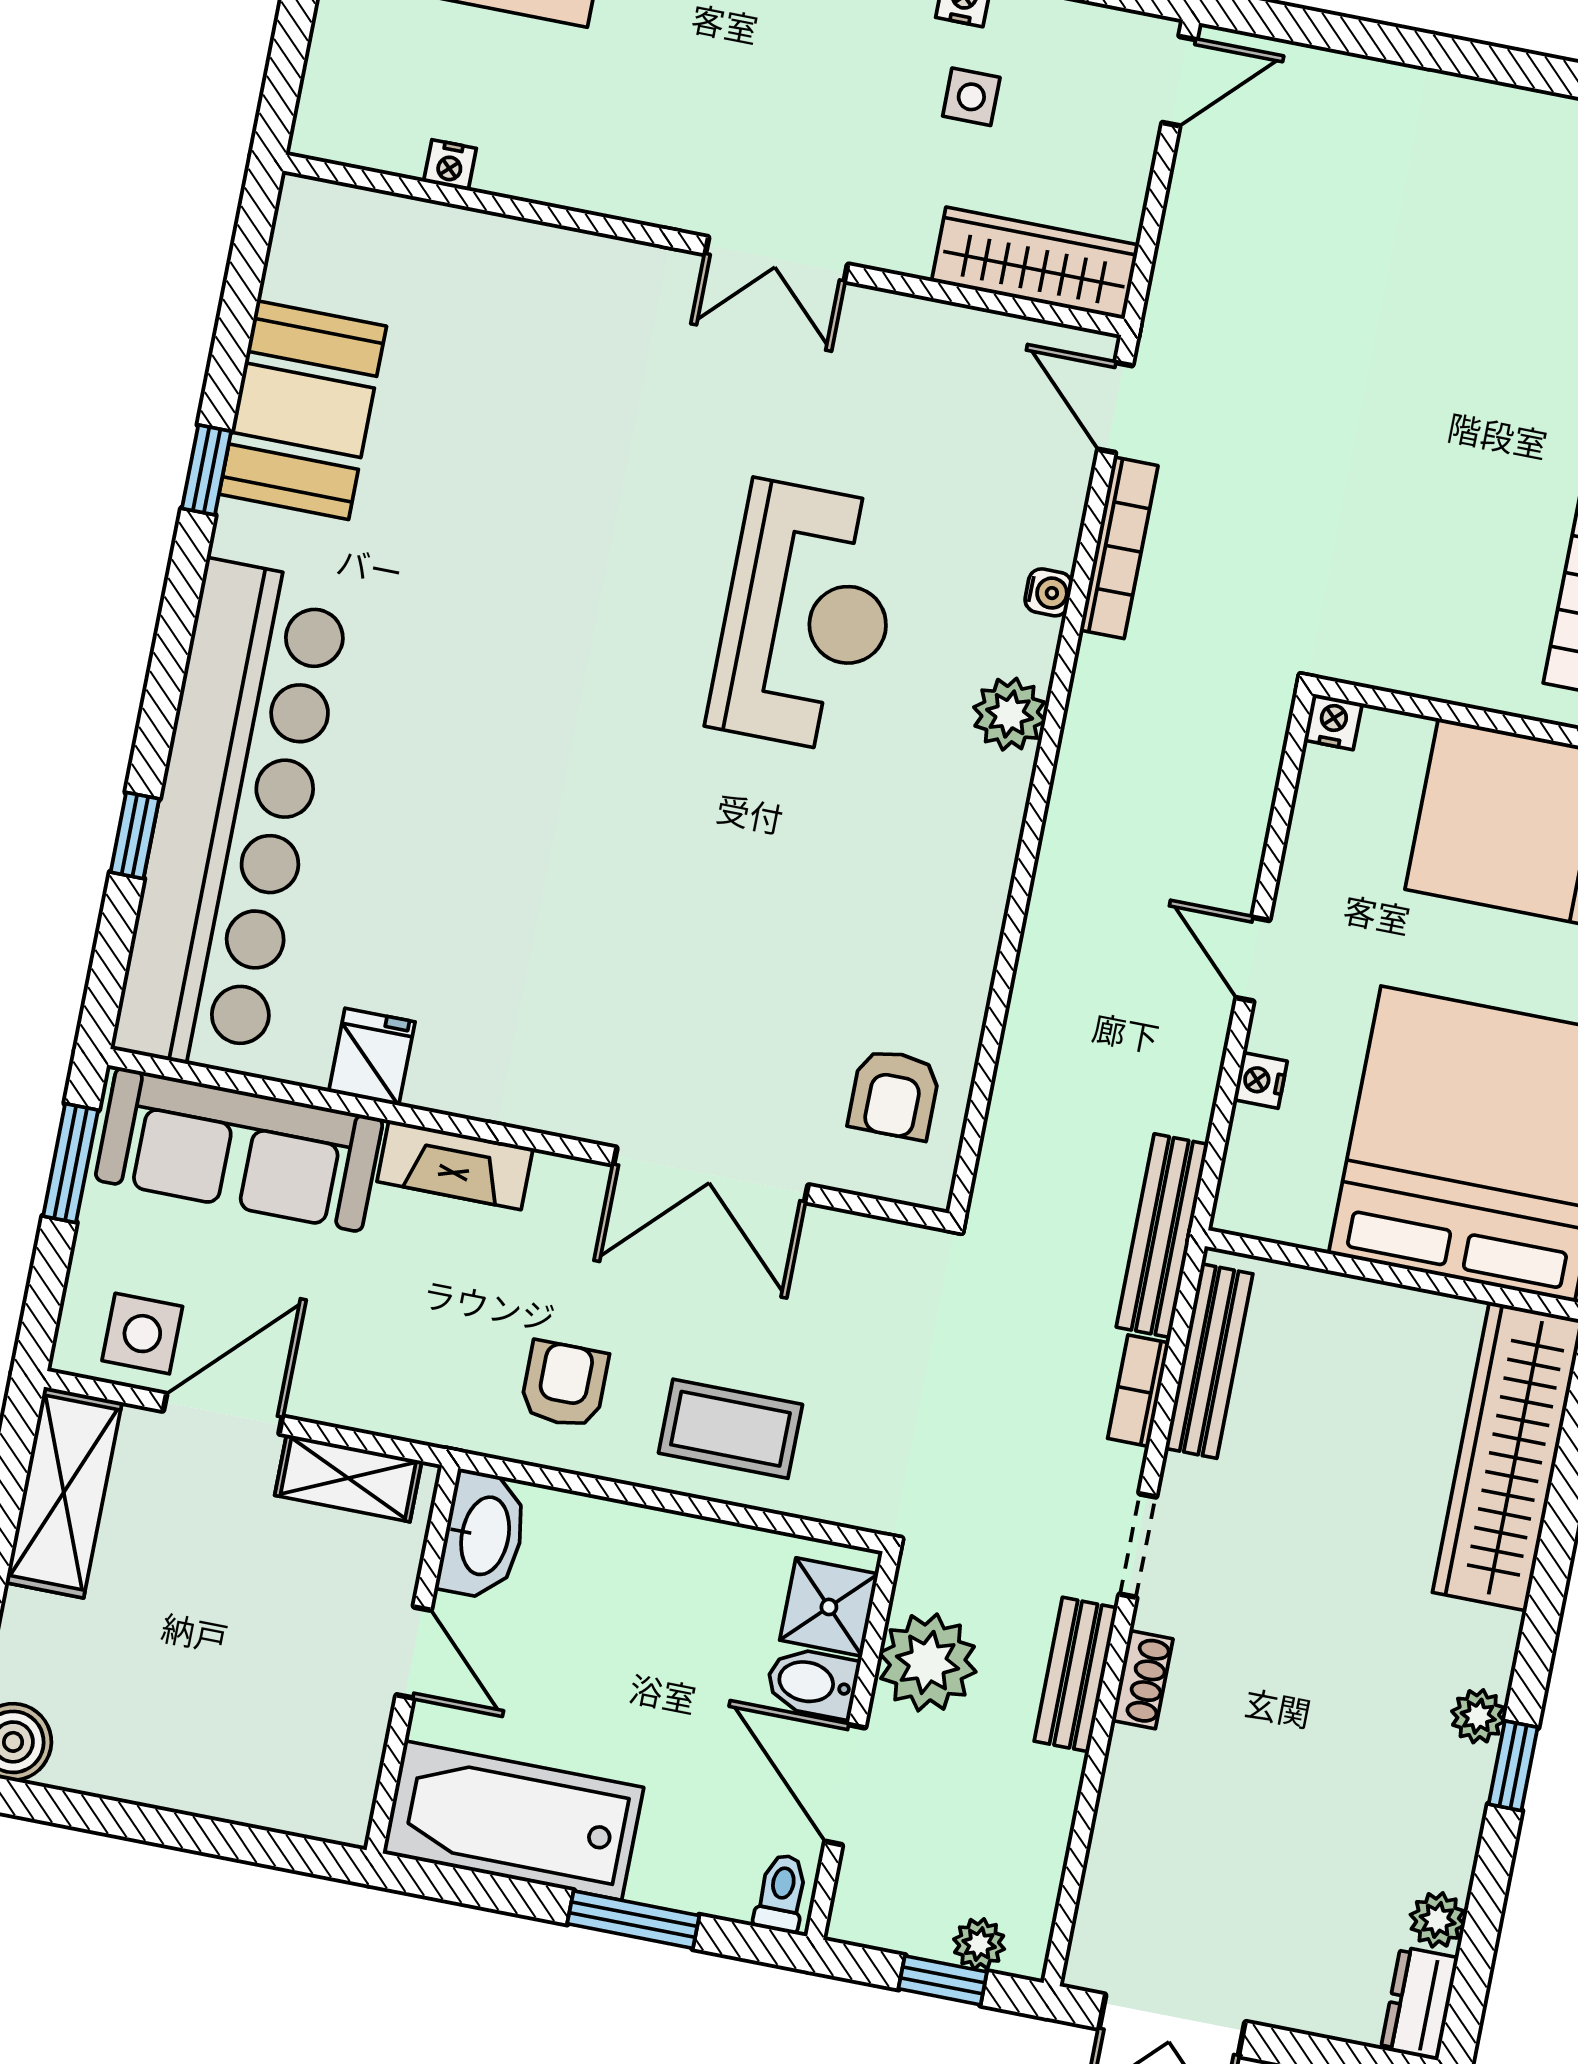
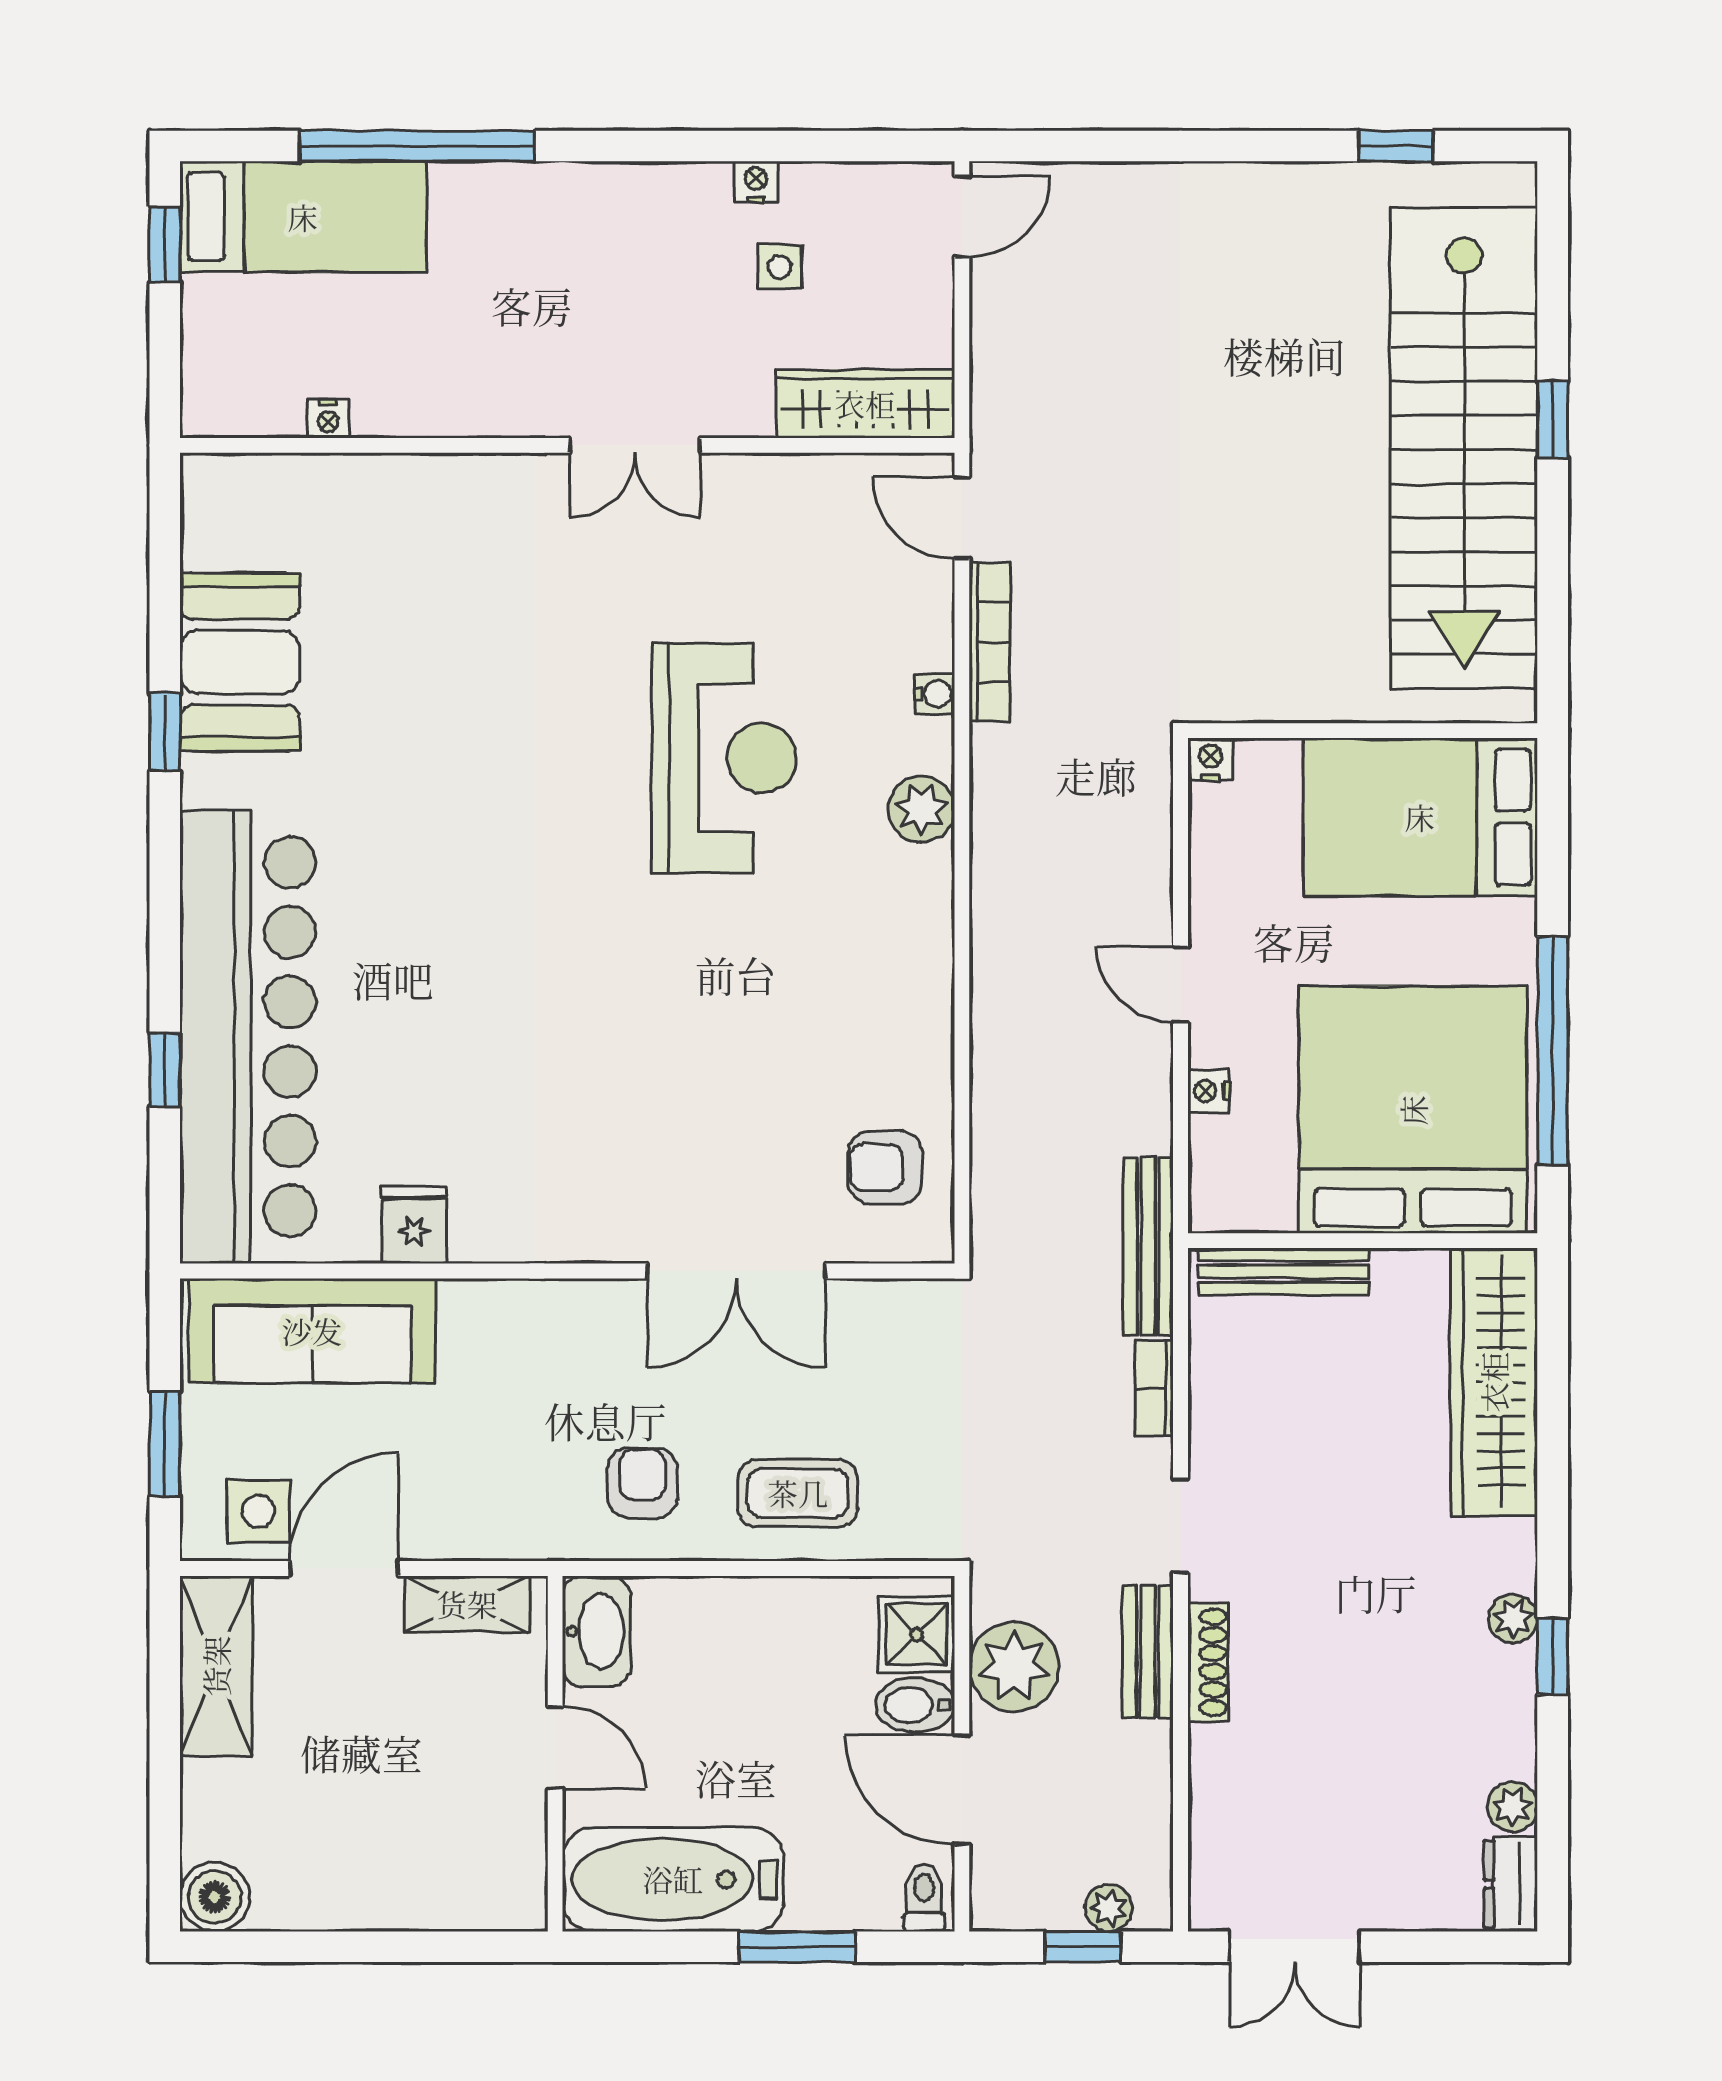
armchair: (894, 1094) -> (885, 1167), turned 90
window: (71, 1163) -> (165, 1444), moved
fireplace: (455, 1165) -> (507, 1307), removed
bench: (1209, 1361) -> (1284, 1272), moved, turned 90
shoe rack: (1142, 1680) -> (1208, 1662), width x1.43

